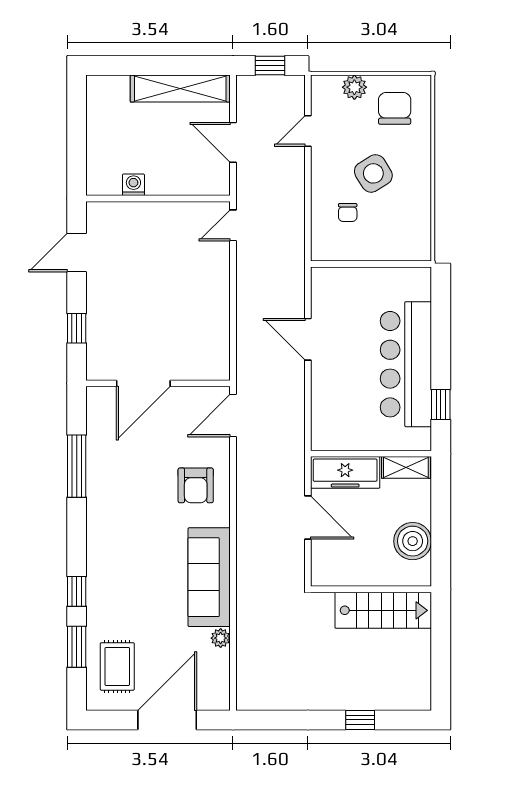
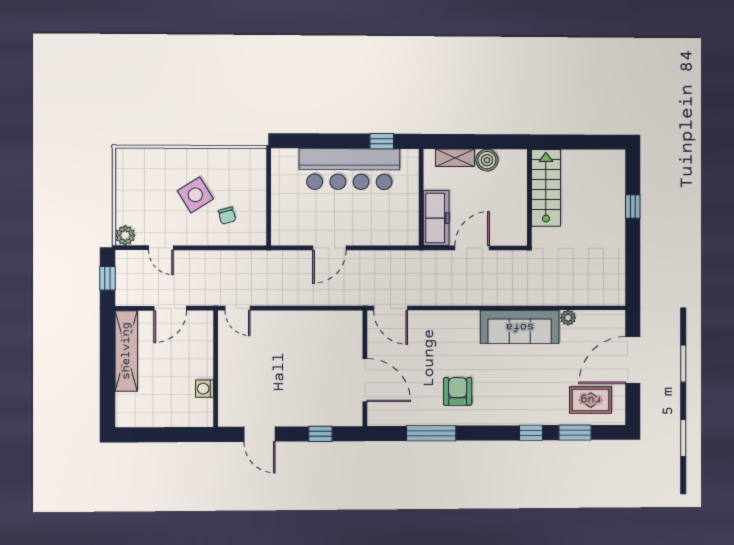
plant: (354, 87) -> (125, 235), moved
chair: (395, 108) -> (142, 177), removed
chair: (348, 212) -> (227, 216), turned 75
shelving: (406, 467) -> (455, 158), moved, turned 90
armchair: (196, 485) -> (458, 391), moved, turned -90
boiler: (413, 541) -> (487, 160), width x0.73, depth x0.73
door: (167, 720) -> (633, 360), hinge flipped

